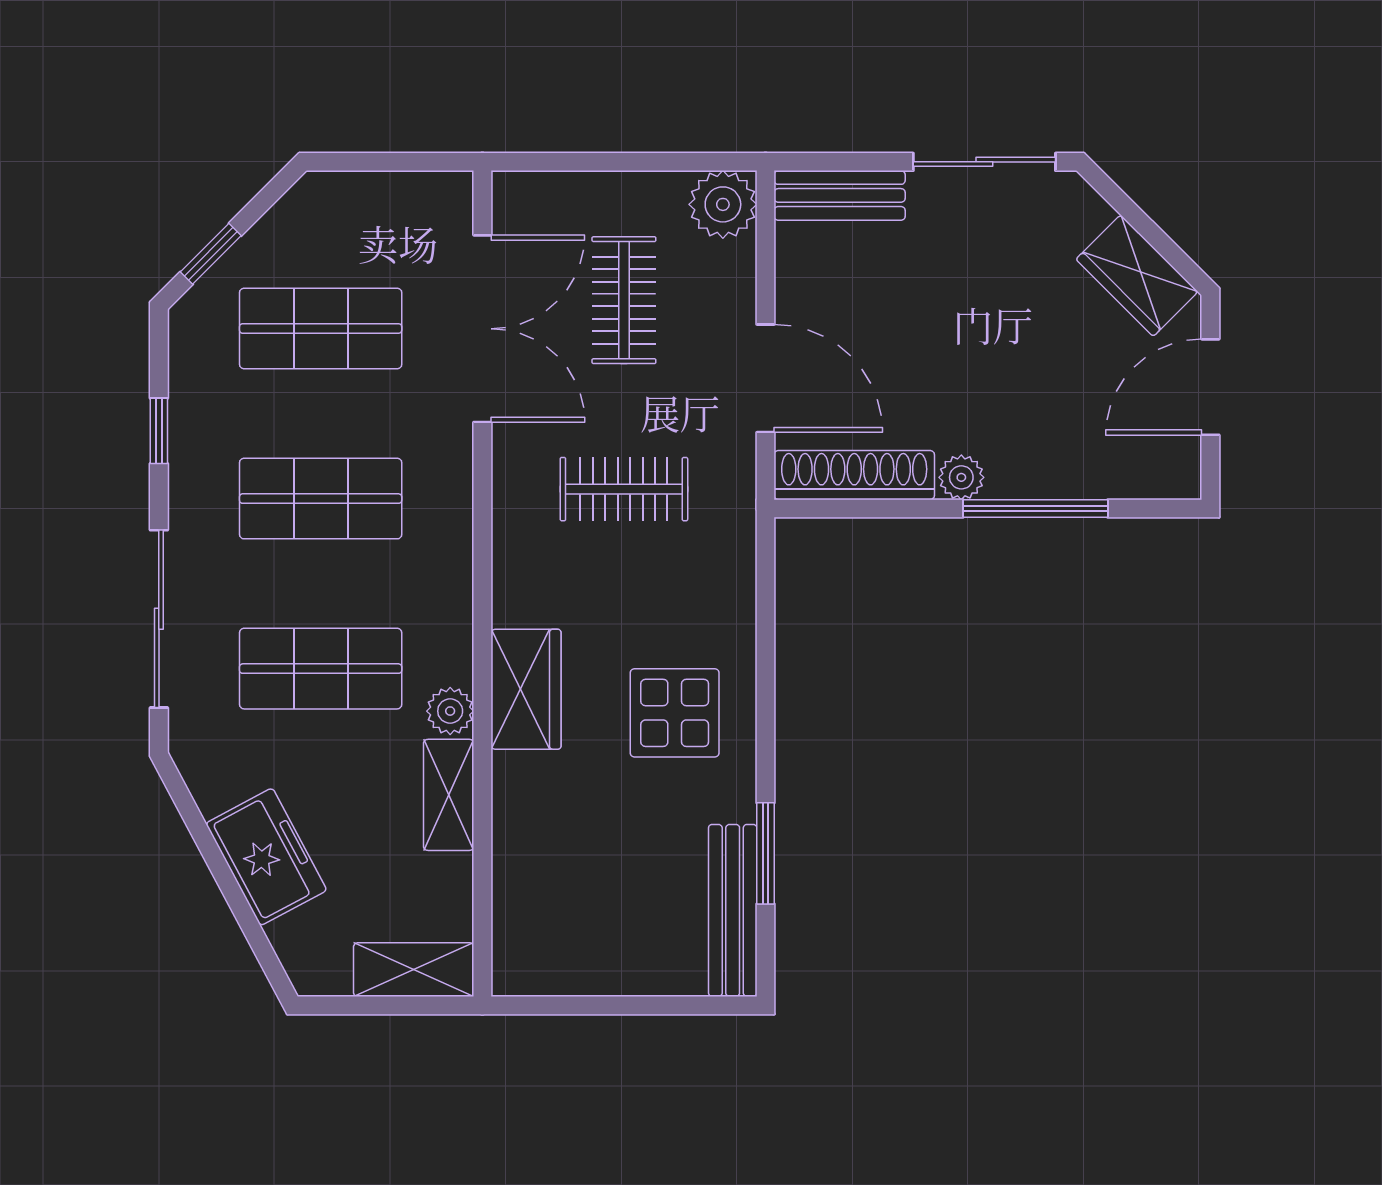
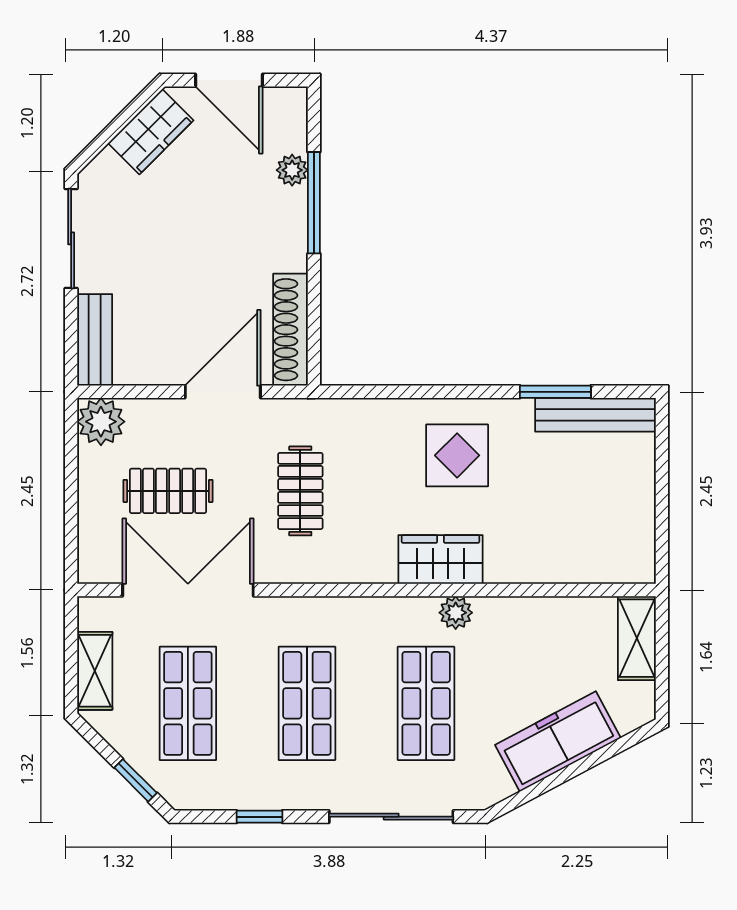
plant: (961, 477) -> (292, 170), moved
shelving: (449, 795) -> (95, 671), moved, turned 90
freezer: (266, 857) -> (558, 741), width x1.40

